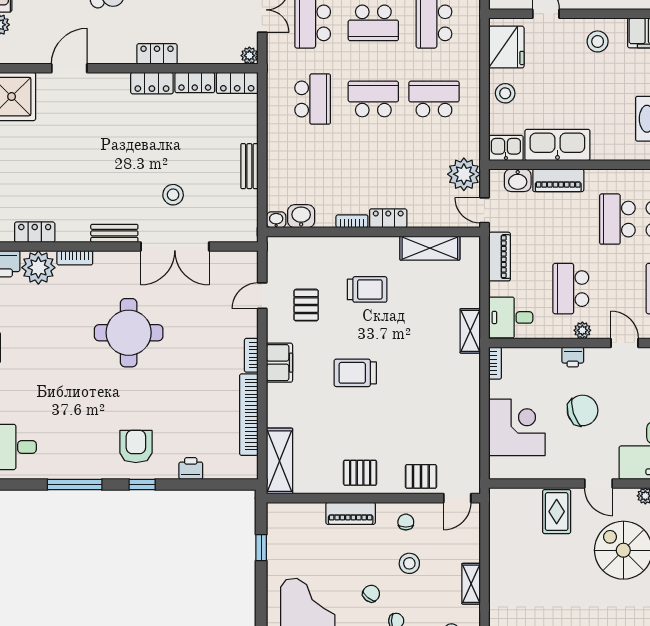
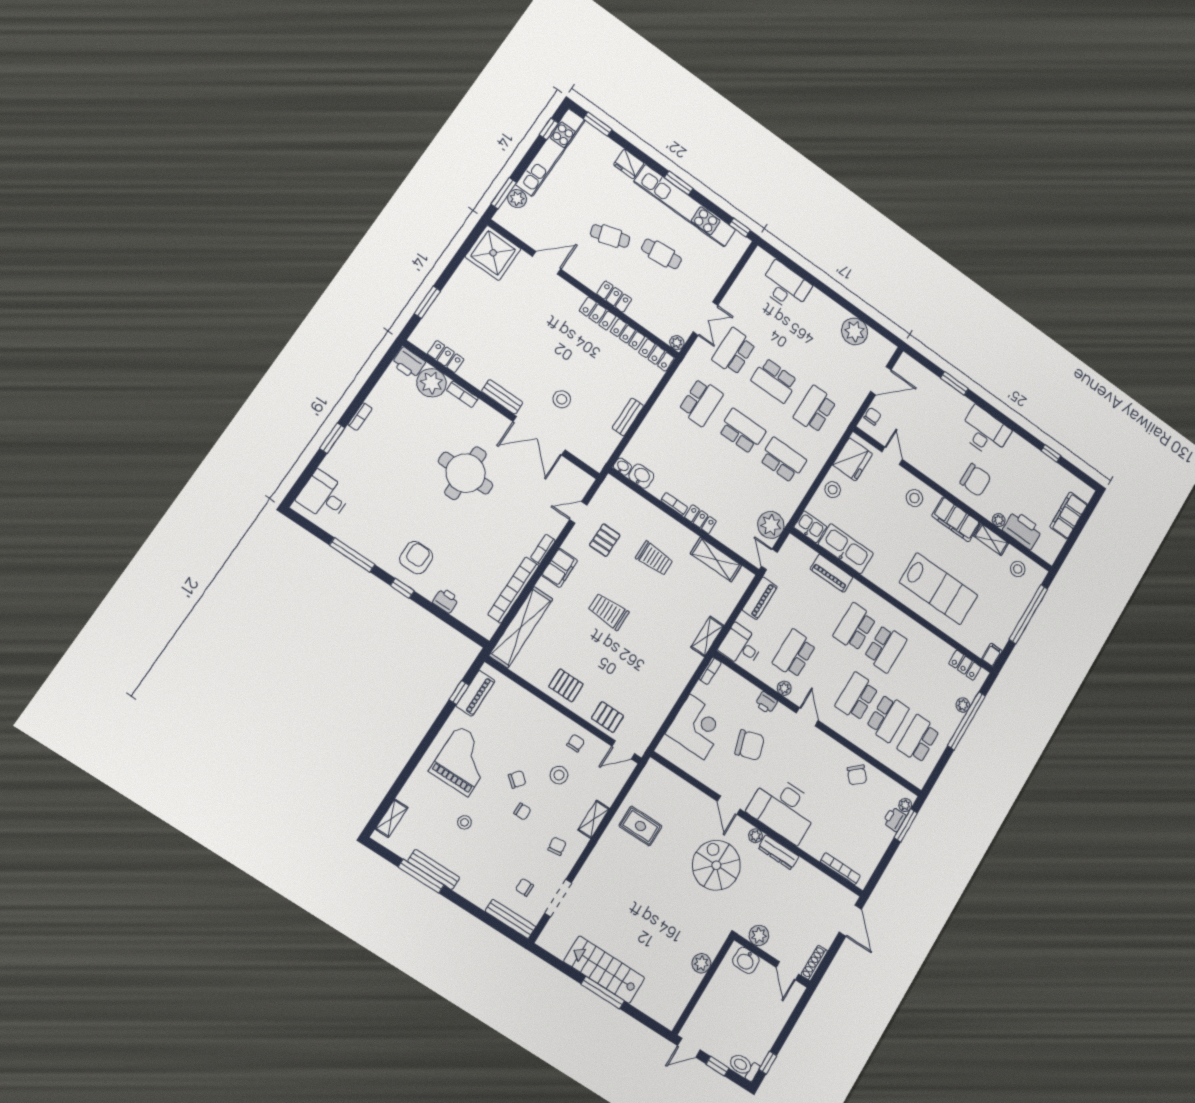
washbasin: (518, 180) -> (804, 554), removed
shelving: (280, 461) -> (521, 627), width x1.47
rug: (557, 512) -> (640, 826), moved, turned 90
piano: (351, 513) -> (475, 693), moved, turned -90

